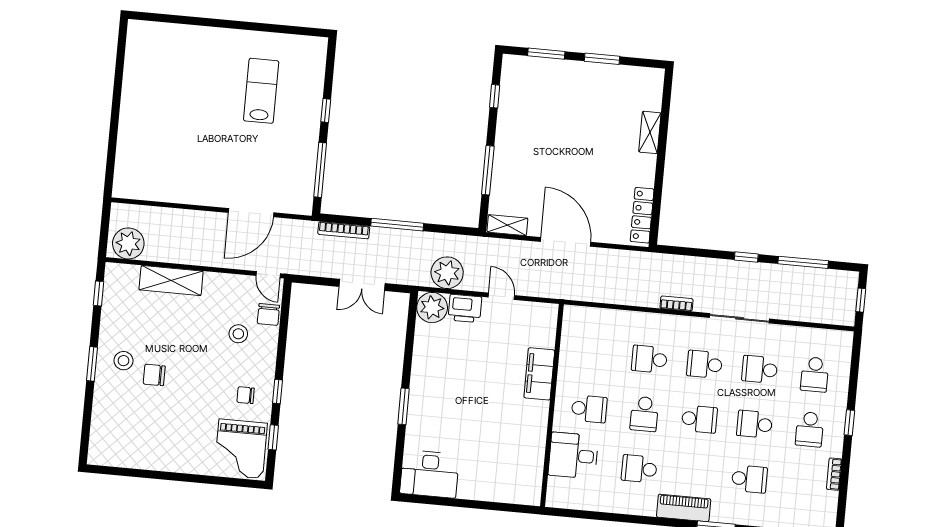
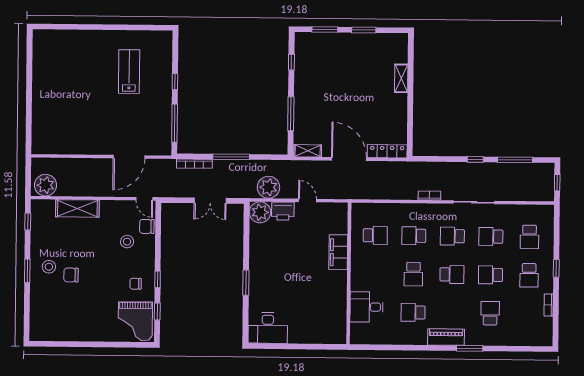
locker: (642, 215) -> (387, 151), moved, turned 90
chair: (268, 314) -> (147, 226), turned 90
school desk: (589, 409) -> (375, 235), moved
school desk: (749, 479) -> (490, 313), turned -90

